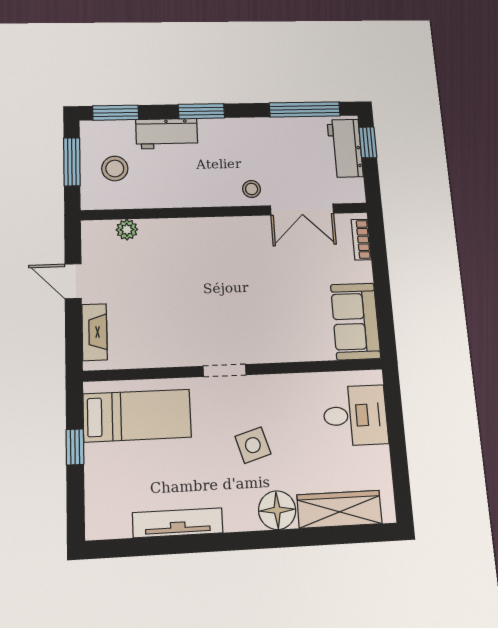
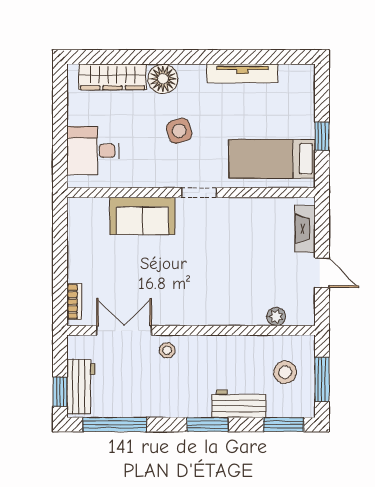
sofa: (355, 321) -> (142, 216), moved, turned 90

